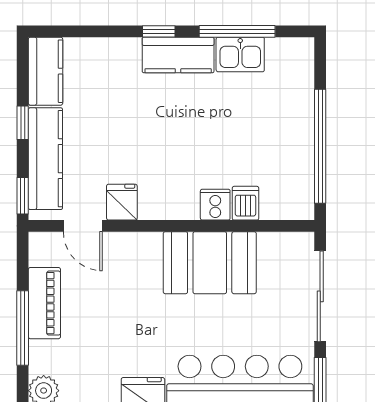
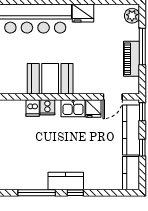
kitchen sink: (240, 54) -> (73, 108), moved, turned 180
door: (83, 226) -> (113, 97), swing flipped

